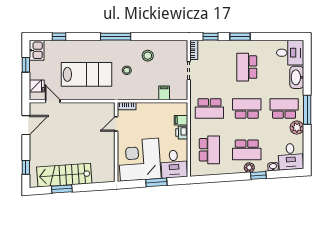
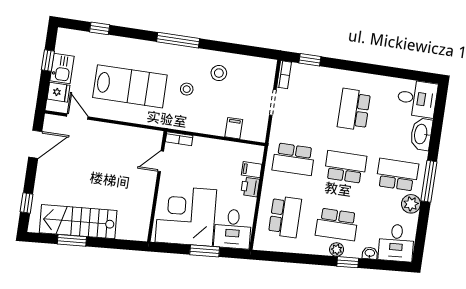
window: (240, 37) -> (351, 66), removed
kitchen sink: (37, 50) -> (62, 68), moved

